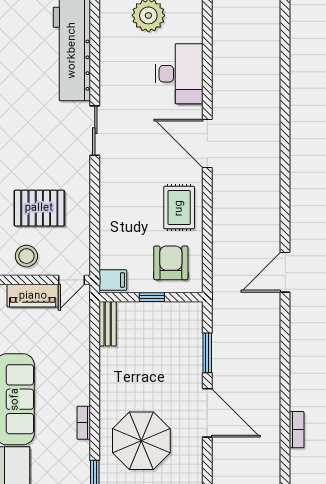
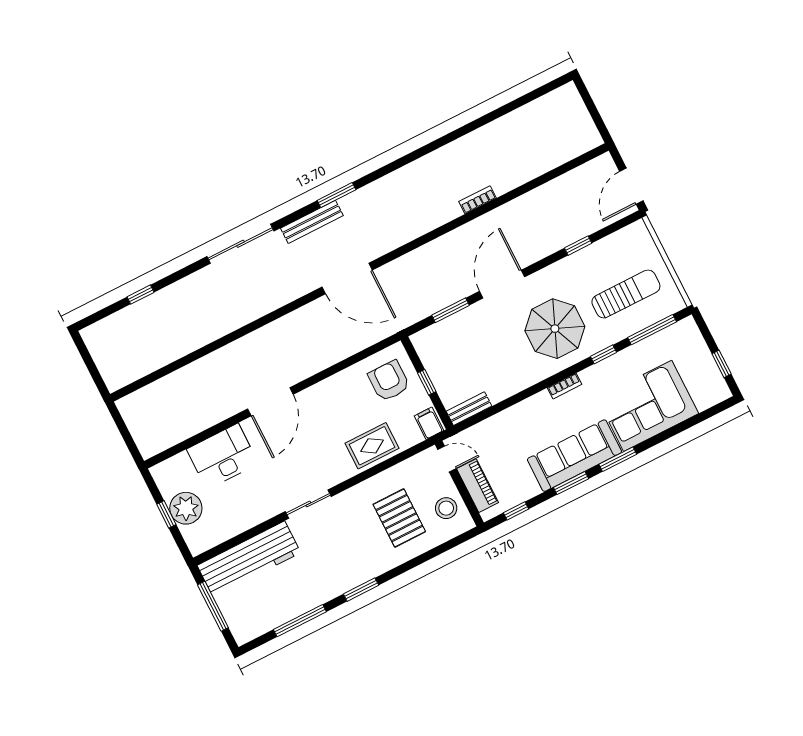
rug: (179, 208) -> (372, 446), moved
armchair: (171, 263) -> (389, 381), turned 90
door: (285, 272) -> (347, 279), width x1.36

